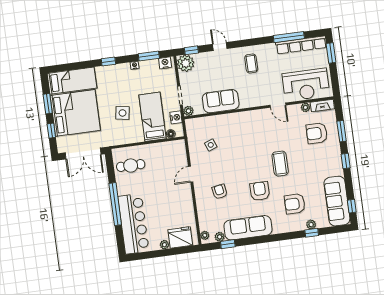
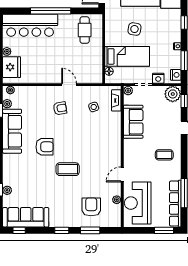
fireplace: (322, 106) -> (116, 100), moved
nightstand: (176, 117) -> (158, 78), moved
armchair: (220, 192) -> (60, 108), moved
armchair: (295, 204) -> (28, 178), removed

